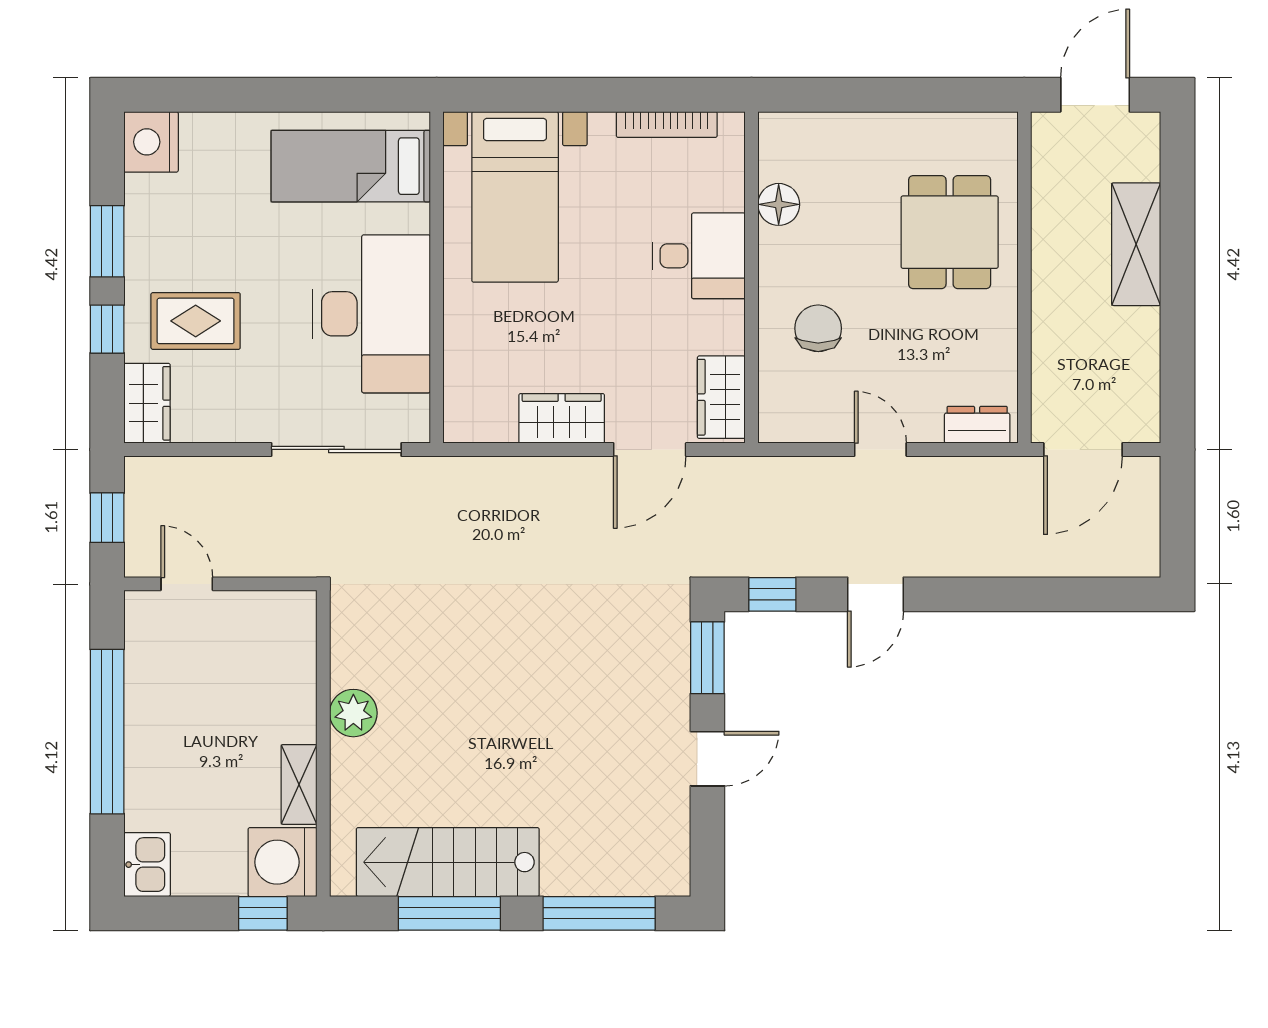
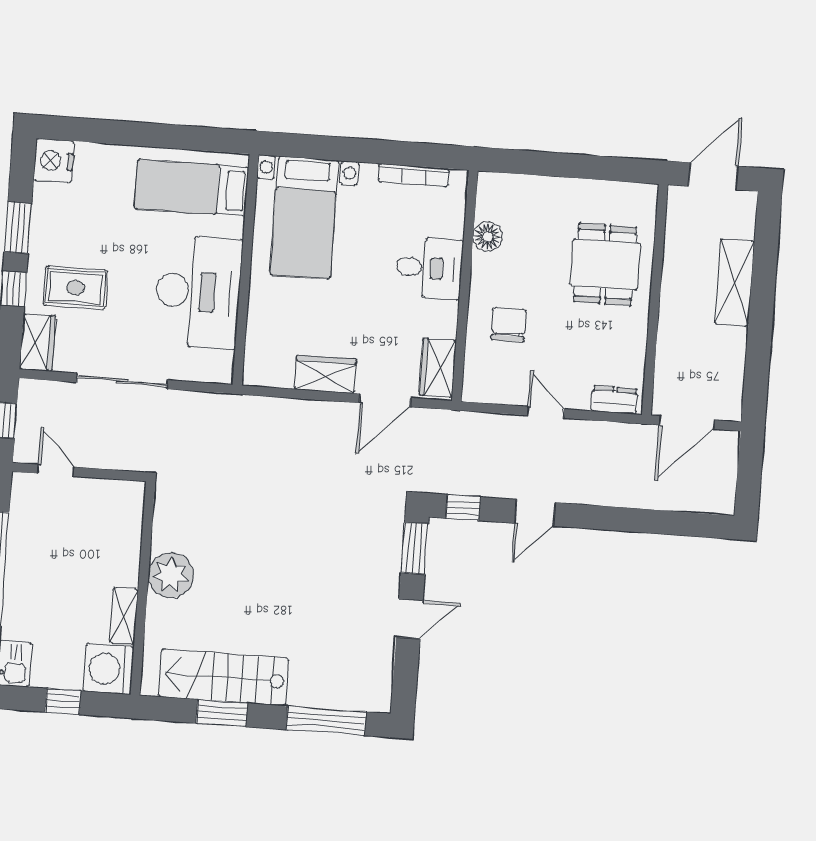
sliding door: (336, 449) -> (122, 381), moved
plant: (353, 713) -> (171, 575), width x1.36, depth x1.36
window: (263, 913) -> (63, 702), moved
window: (449, 913) -> (222, 713), width x0.69

